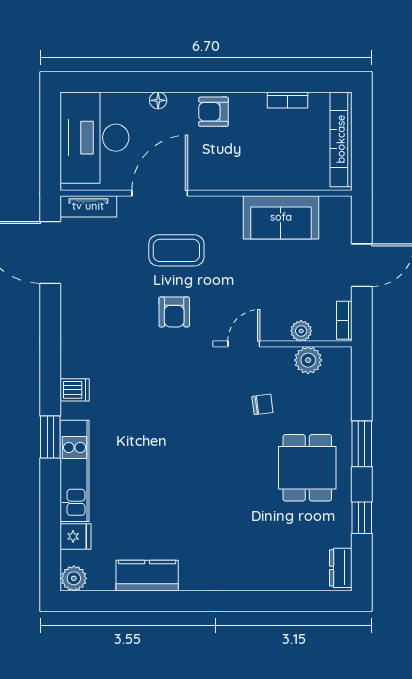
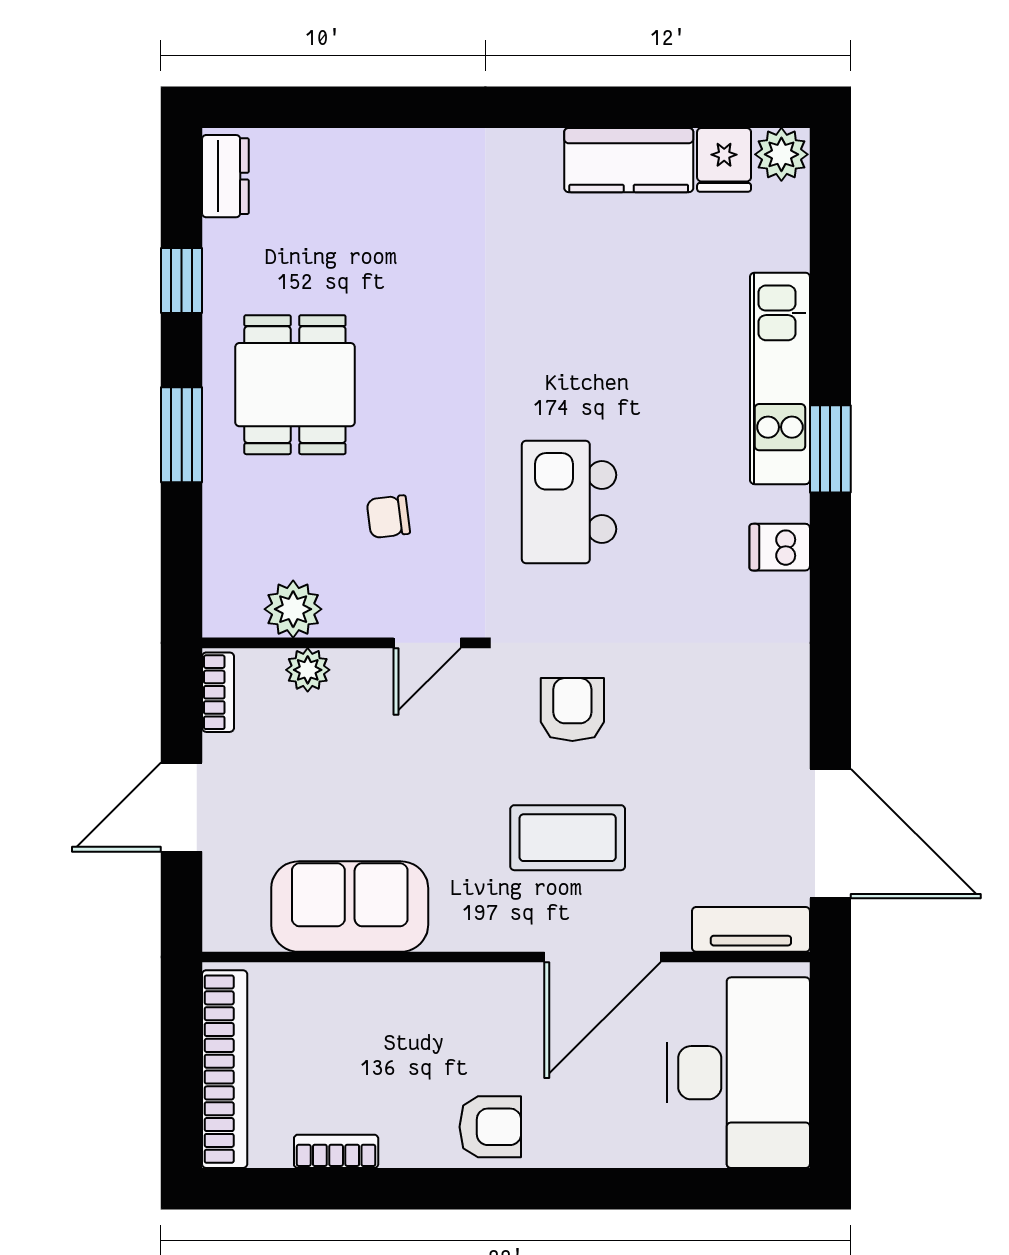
floor lamp: (158, 100) -> (606, 1150), removed
kitchen island: (176, 412) -> (569, 502), added
fridge: (76, 536) -> (724, 160), moved, turned -90

